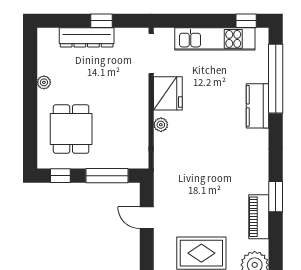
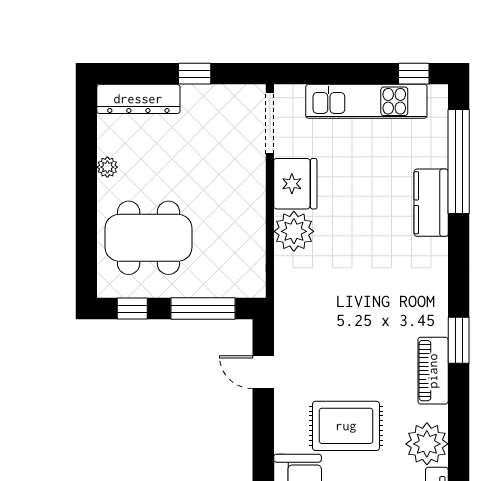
dresser: (87, 37) -> (138, 99), moved
plant: (161, 125) -> (294, 231), width x1.87, depth x1.87
dining table: (71, 129) -> (149, 238), width x1.37

